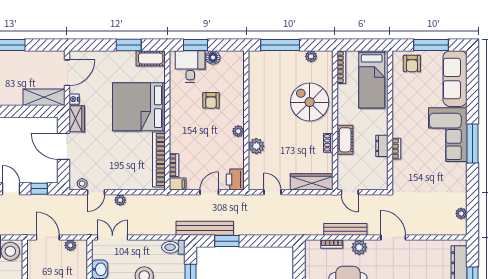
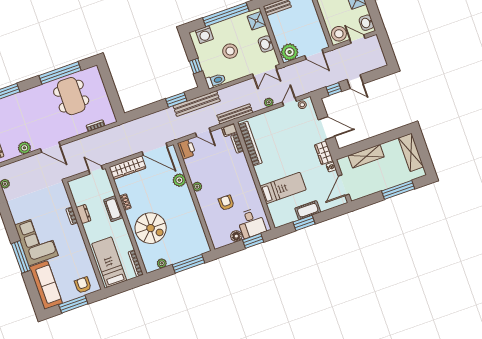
cot: (151, 58) -> (308, 210), moved
shelving: (44, 97) -> (366, 156), moved
bed: (139, 107) -> (283, 188), width x0.49
window: (473, 144) -> (21, 257), moved
door: (209, 192) -> (203, 132), hinge flipped
door: (272, 192) -> (155, 149), width x1.87
bench: (345, 229) -> (235, 114), moved
plant: (70, 245) -> (290, 52), width x1.87, depth x1.87
plant: (359, 247) -> (24, 148), moved

